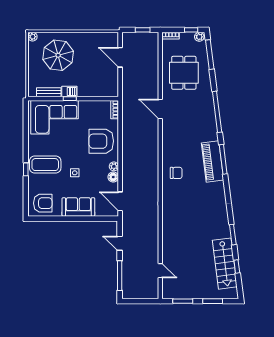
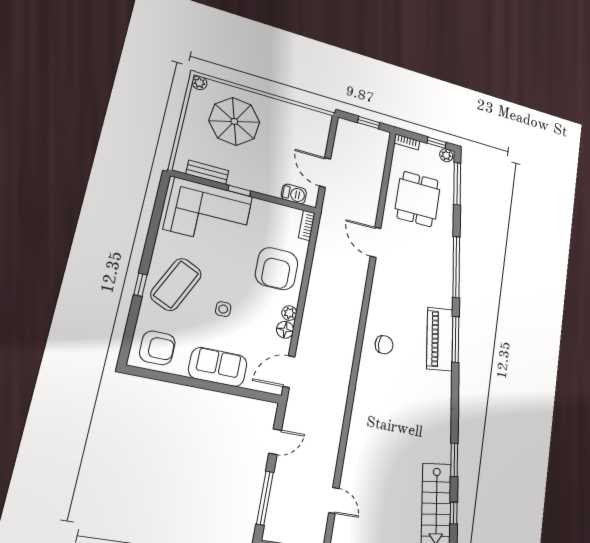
door: (120, 57) -> (325, 173), moved
barbecue: (69, 92) -> (294, 194), moved
armchair: (101, 141) -> (277, 269), turned -90
coffee table: (45, 165) -> (176, 284), turned -65
door: (120, 201) -> (289, 372), hinge flipped
door: (120, 243) -> (275, 442), swing flipped

